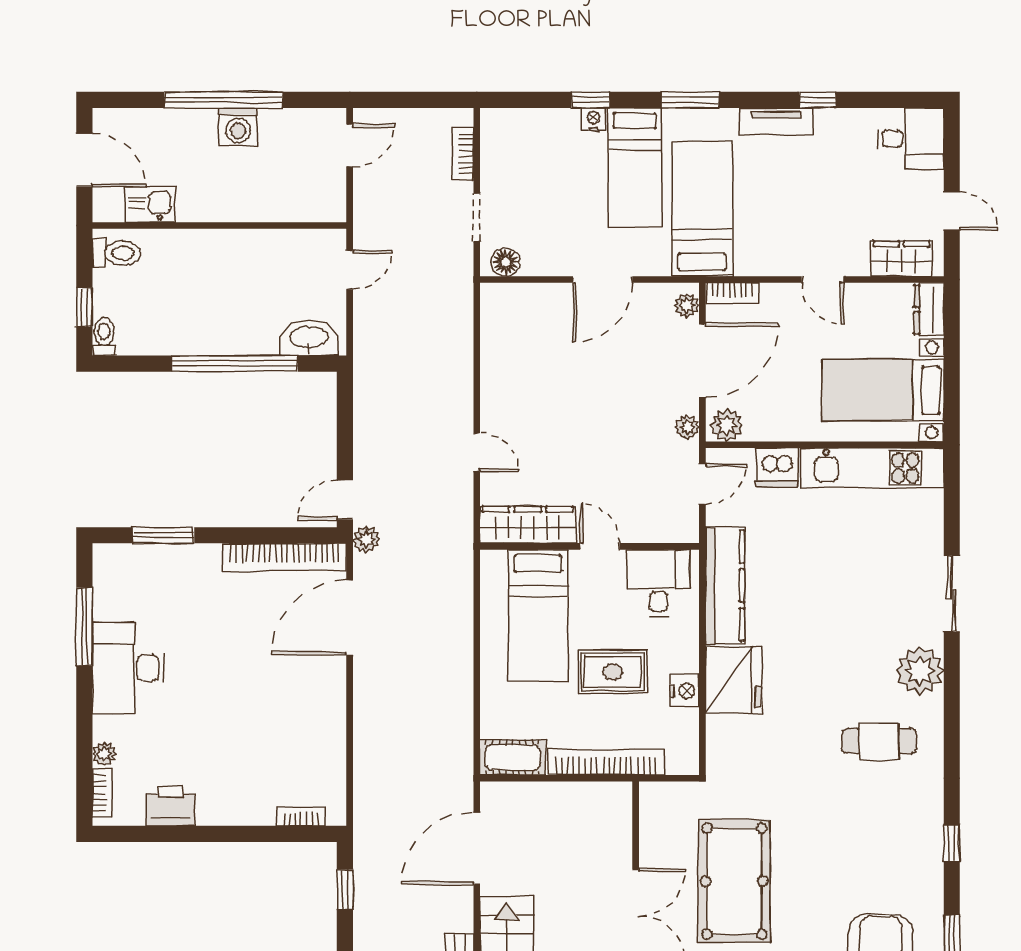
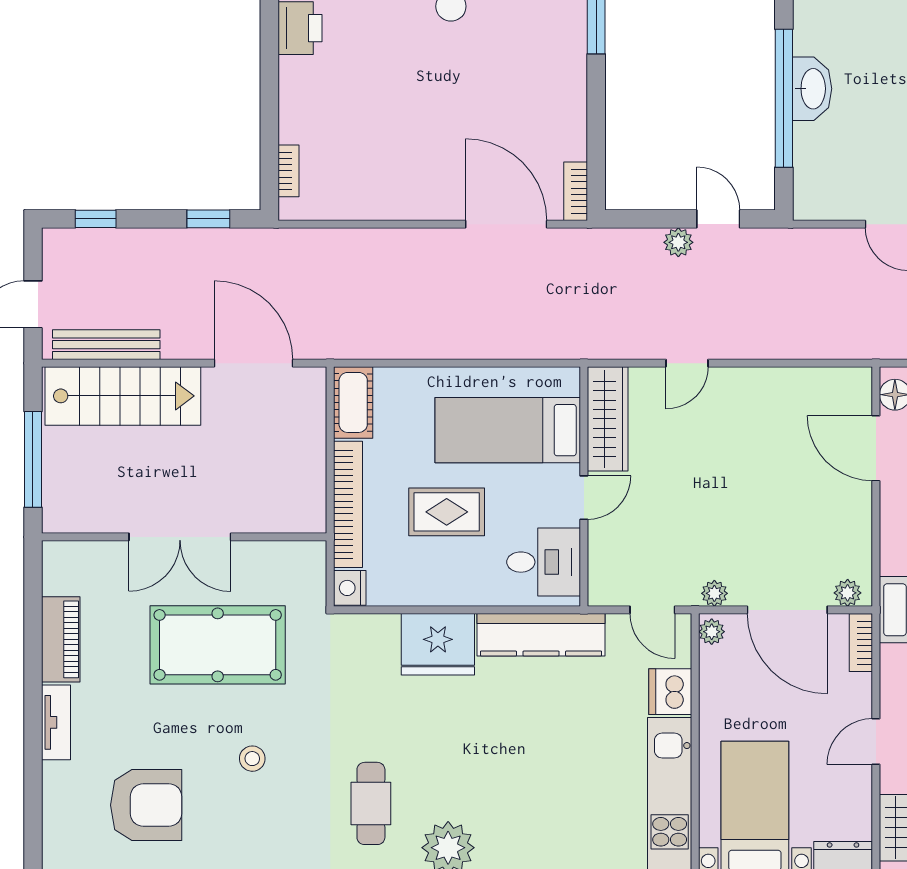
door: (603, 279) -> (876, 448), moved
washbasin: (309, 338) -> (812, 89), moved
plant: (727, 425) -> (712, 632), width x0.73, depth x0.73
door: (345, 500) -> (718, 219), moved
plant: (366, 539) -> (678, 242), moved
bookcase: (284, 557) -> (576, 191), width x0.43, depth x0.76
rug: (613, 672) -> (447, 512), turned 90
nightstand: (684, 691) -> (350, 588), moved, turned 90
stool: (838, 850) -> (252, 759), added

